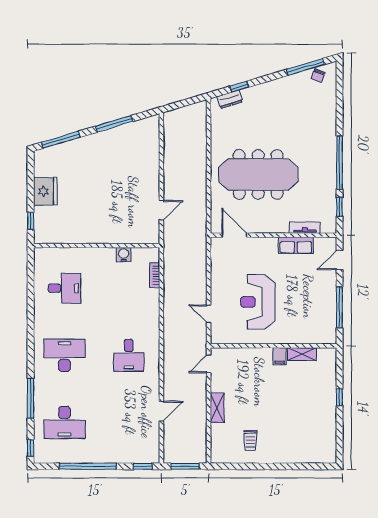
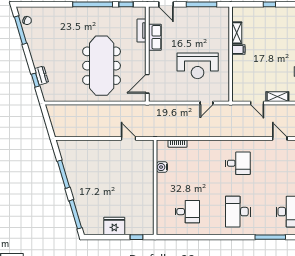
dresser: (230, 99) -> (41, 76), moved
desk: (64, 288) -> (187, 212), turned 90
door: (209, 364) -> (257, 103), moved

